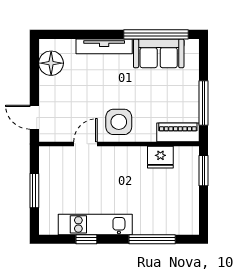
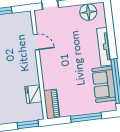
window: (203, 103) -> (86, 117), moved
side table: (119, 122) -> (54, 63), removed

